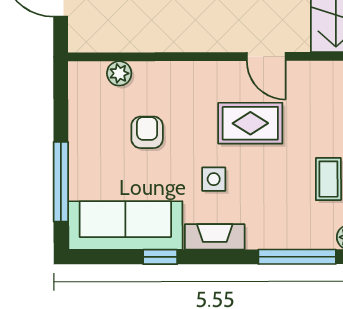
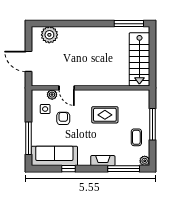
door: (266, 57) -> (67, 88), moved
side table: (214, 179) -> (45, 109), moved
fireplace: (215, 237) -> (103, 161), moved

